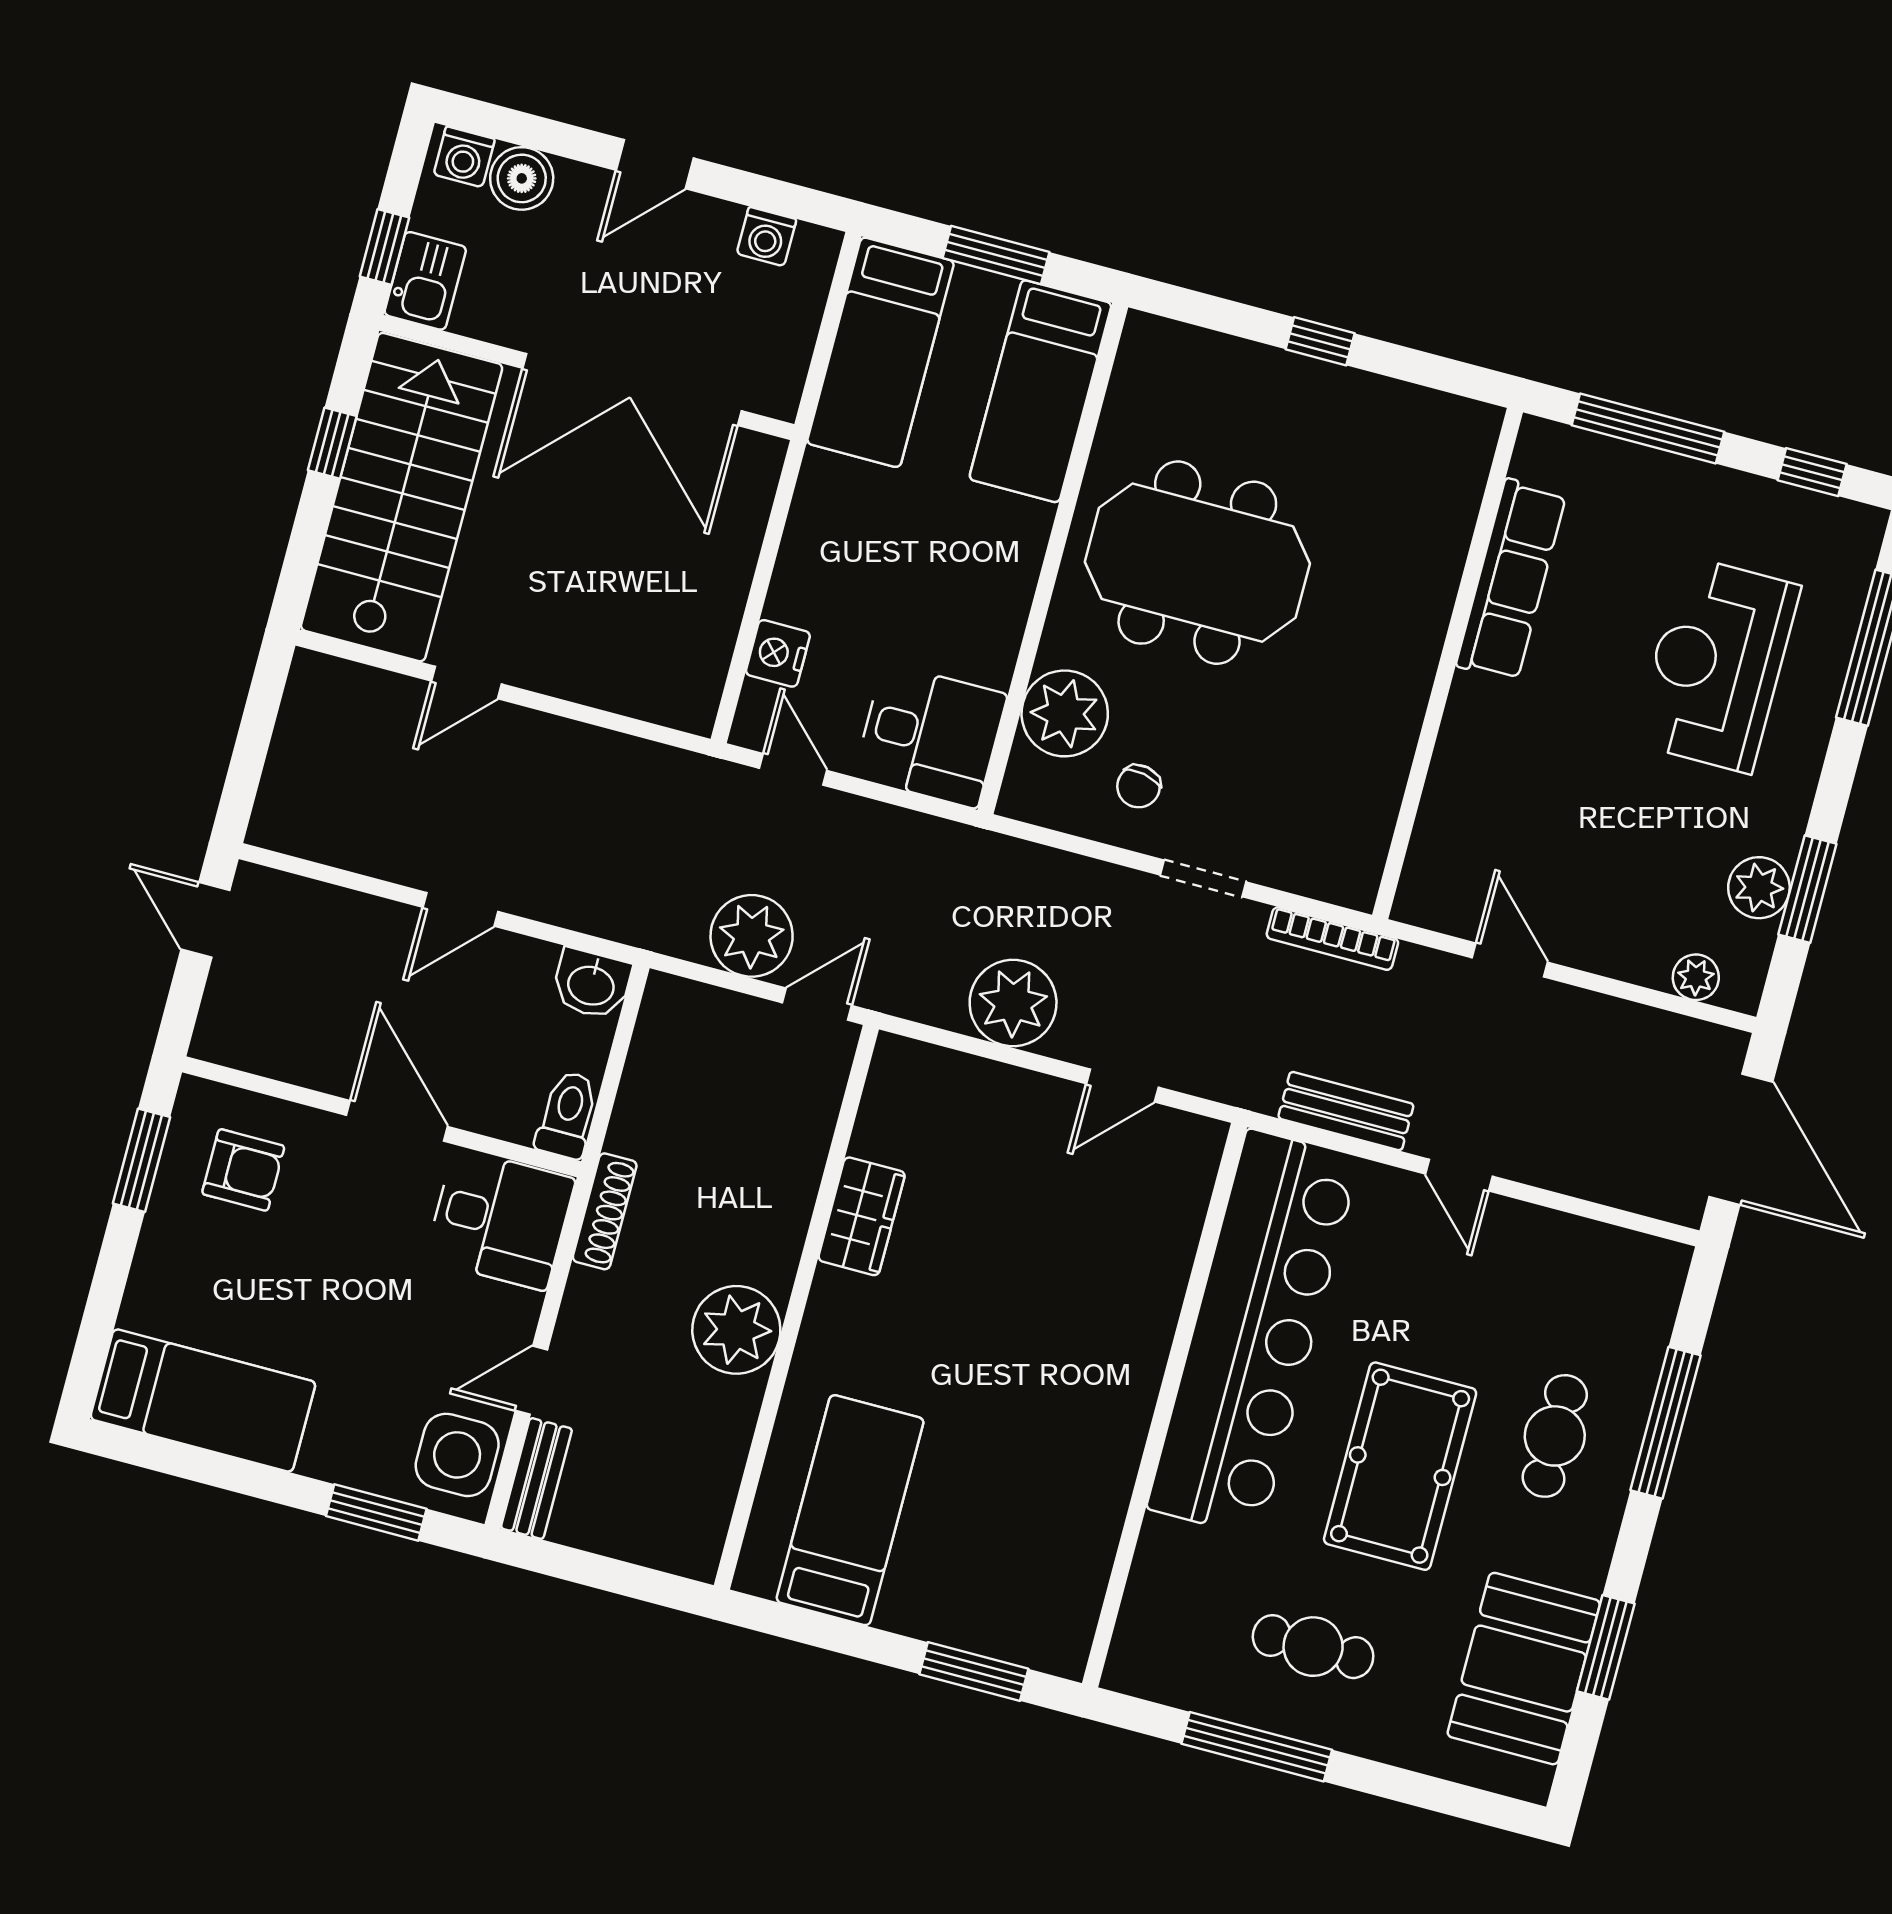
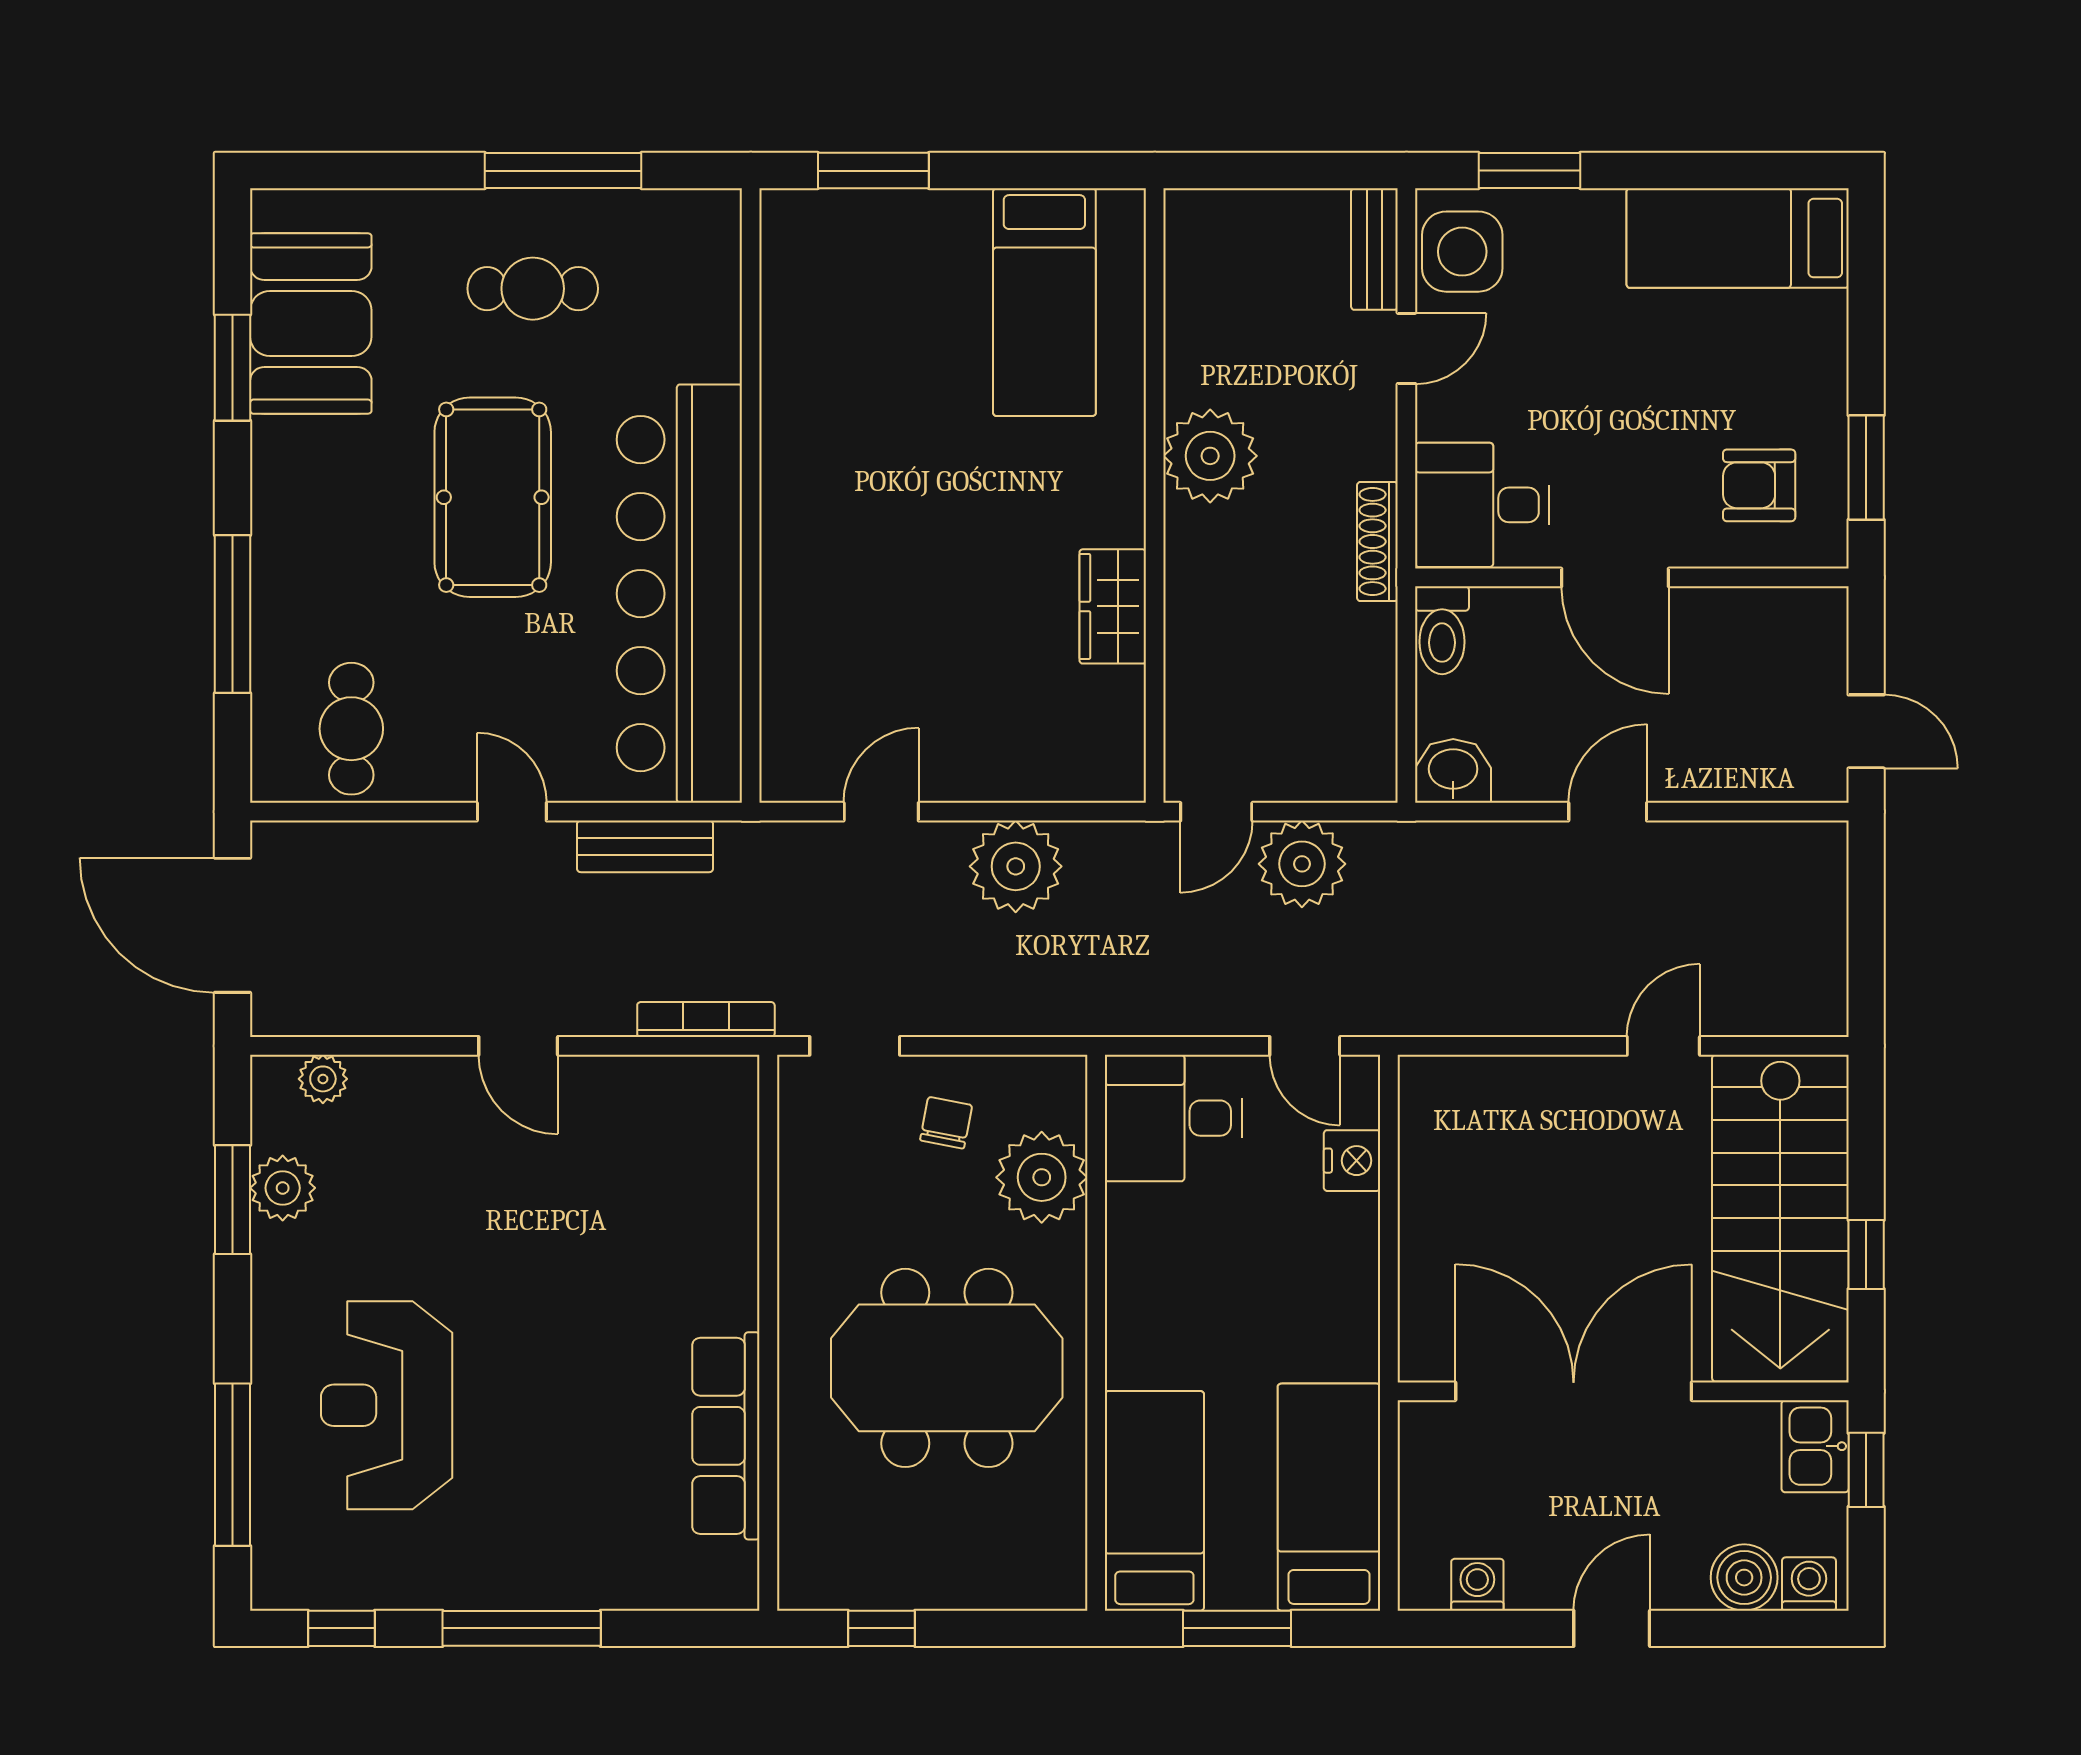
row of seats: (1511, 580) -> (726, 1436), moved
wall: (1448, 664) -> (768, 1333), moved
reception desk: (1717, 664) -> (387, 1405), turned 180
cafe table: (1555, 1436) -> (351, 729), moved

